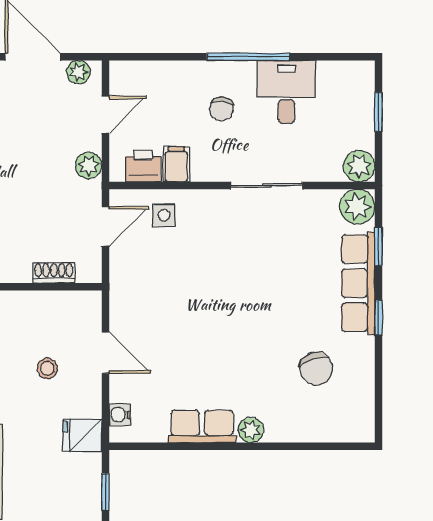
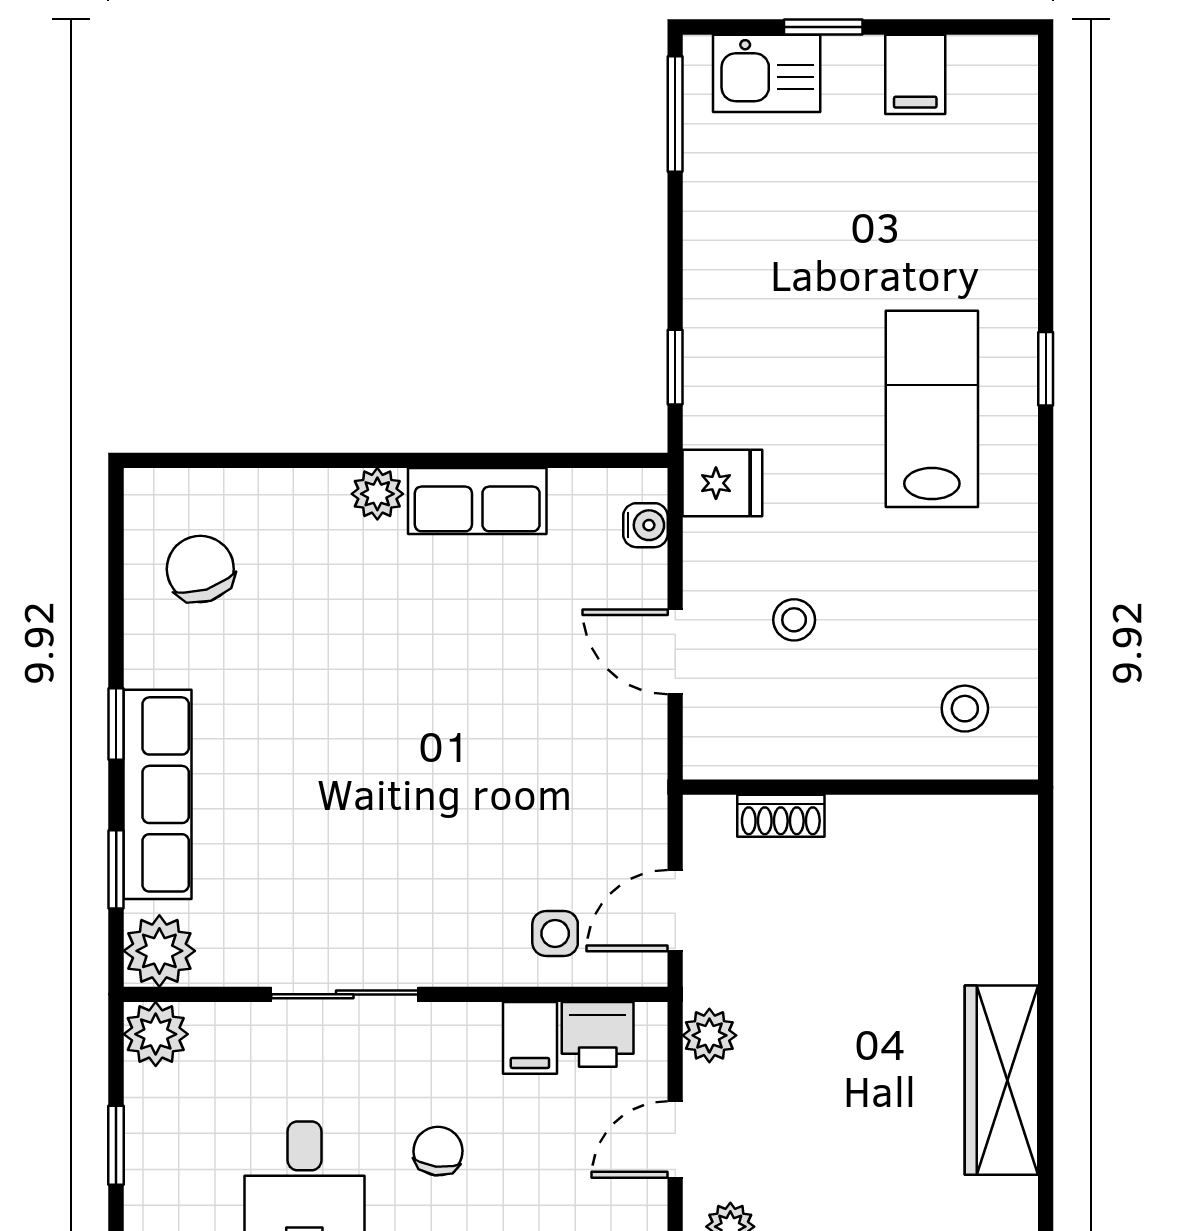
chair: (316, 368) -> (200, 569), moved

